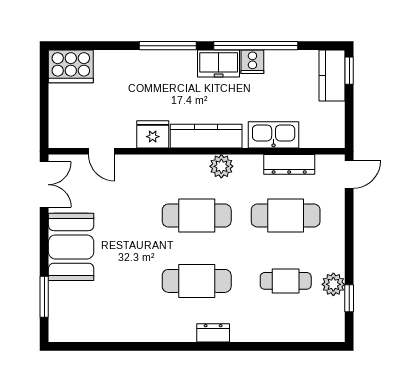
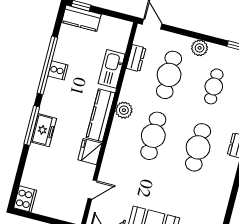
freezer: (219, 63) -> (44, 130), moved
cooker: (71, 66) -> (25, 199), width x0.73, depth x0.76
dresser: (289, 164) -> (136, 58), width x0.70
plant: (333, 284) -> (200, 48), moved

